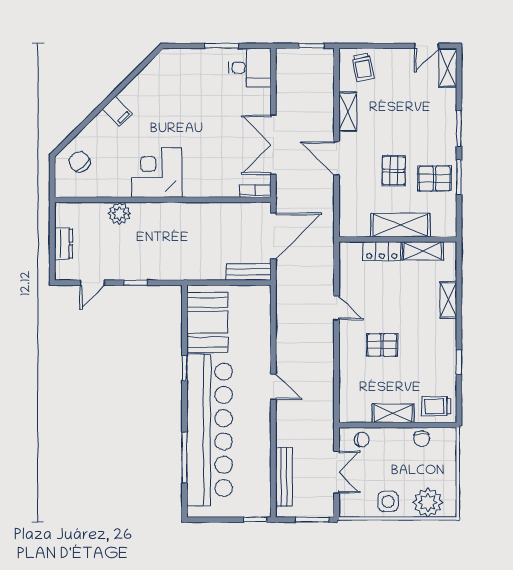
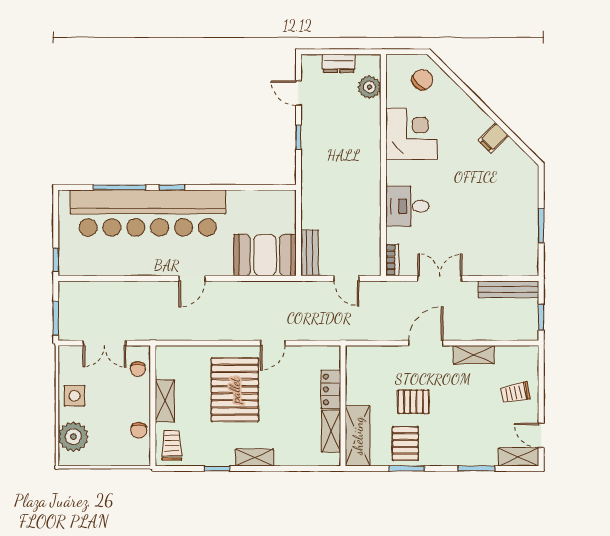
trolley: (363, 67) -> (515, 393), moved
desk: (250, 68) -> (407, 206), moved, turned 90
filing cabinet: (117, 111) -> (494, 138), moved
window: (459, 129) -> (476, 468), moved
double door: (273, 145) -> (440, 278), width x0.73
corner desk: (157, 172) -> (412, 134), moved
plant: (119, 213) -> (370, 87), moved
shelving: (400, 225) -> (358, 436), moved
door: (273, 236) -> (346, 278), width x0.53
shelving: (448, 300) -> (255, 458), moved
booth: (207, 322) -> (265, 255), moved
pallet: (382, 345) -> (235, 390), width x2.05, depth x2.00
window: (185, 368) -> (172, 187), moved
chair: (422, 439) -> (139, 430), turned -90
bench: (284, 477) -> (509, 289), moved

